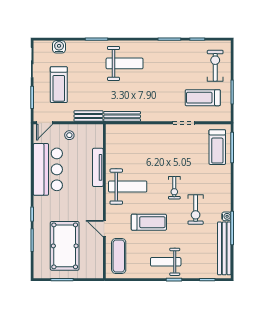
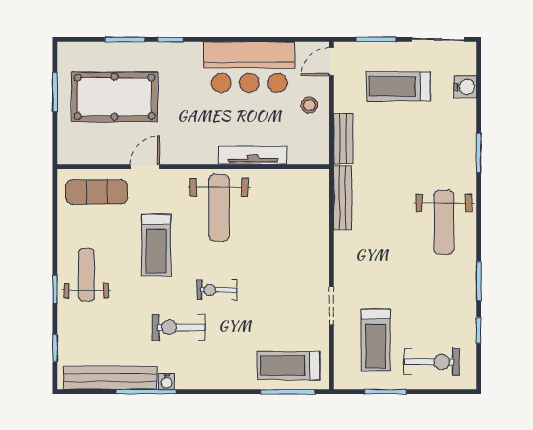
weight bench: (125, 63) -> (444, 222), moved
treadmill: (203, 98) -> (376, 340), turned 180
door: (45, 123) -> (331, 62), hinge flipped

